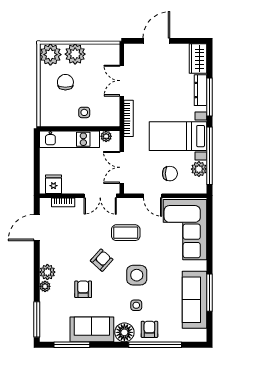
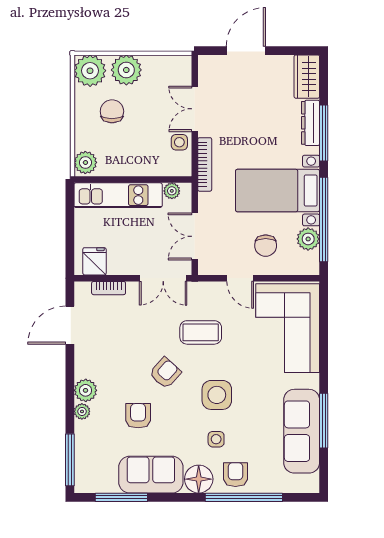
side table: (84, 112) -> (179, 142), moved
plant: (47, 117) -> (85, 162), added
chair: (170, 174) -> (266, 246), turned 90

